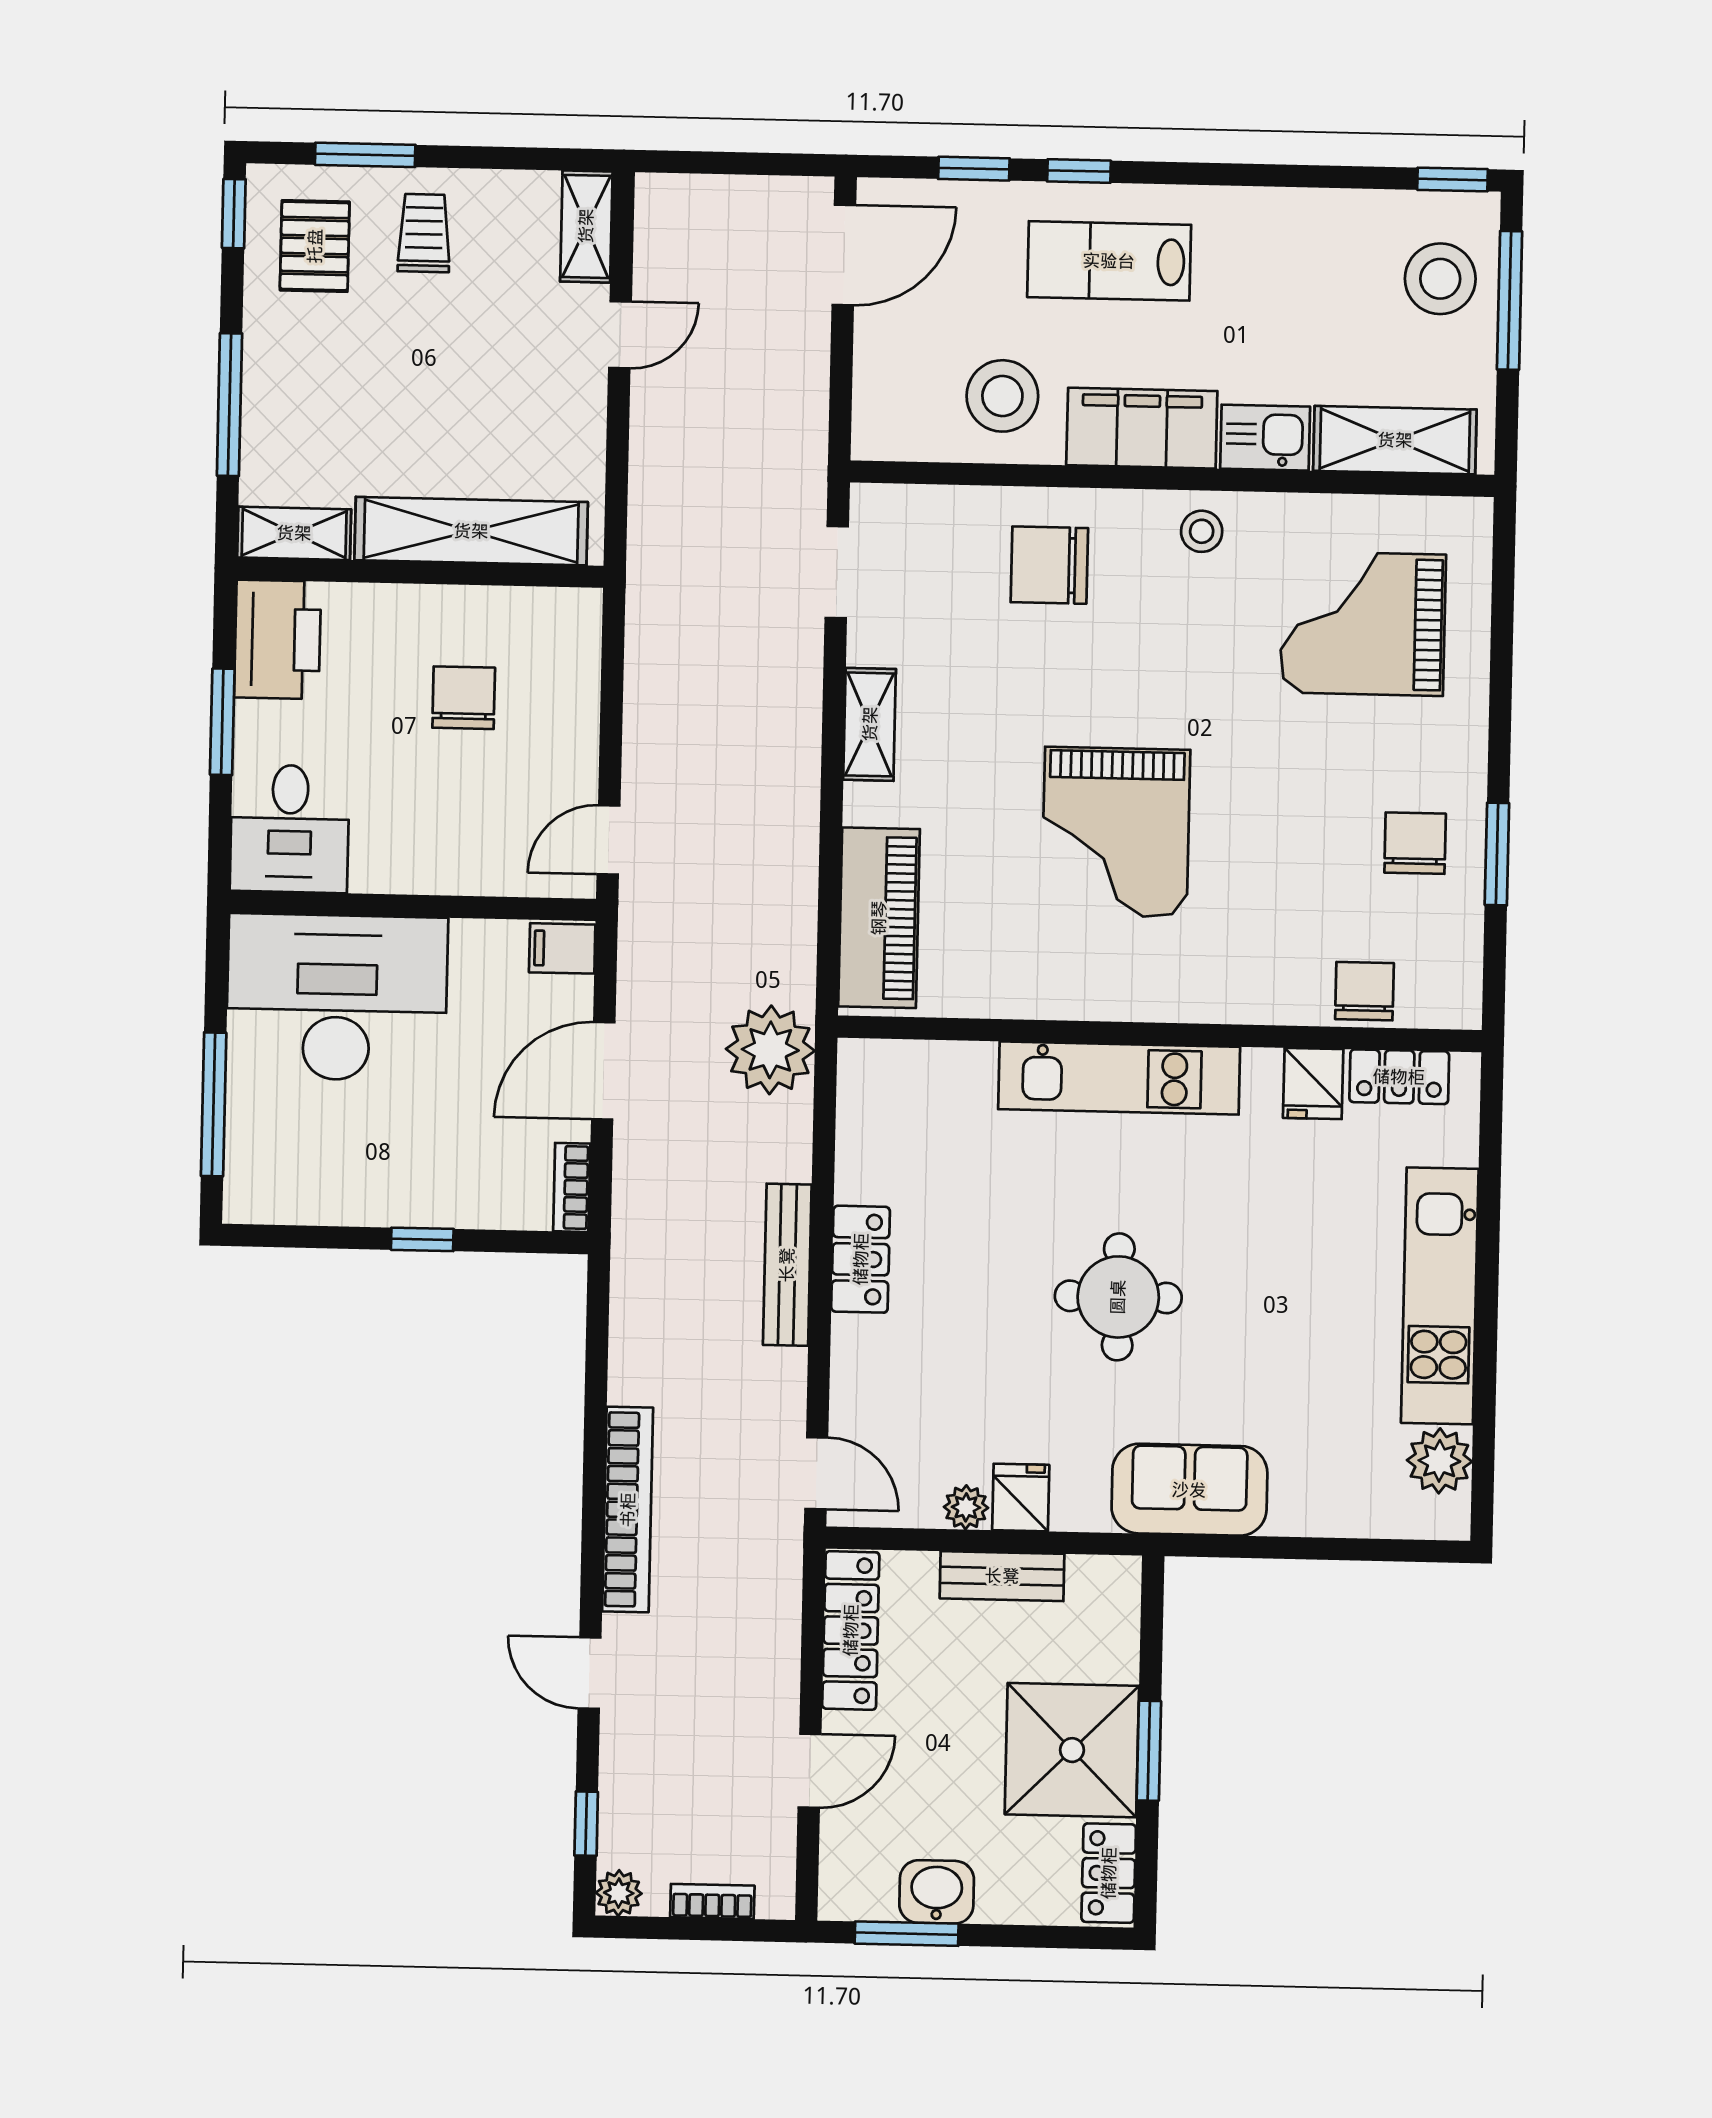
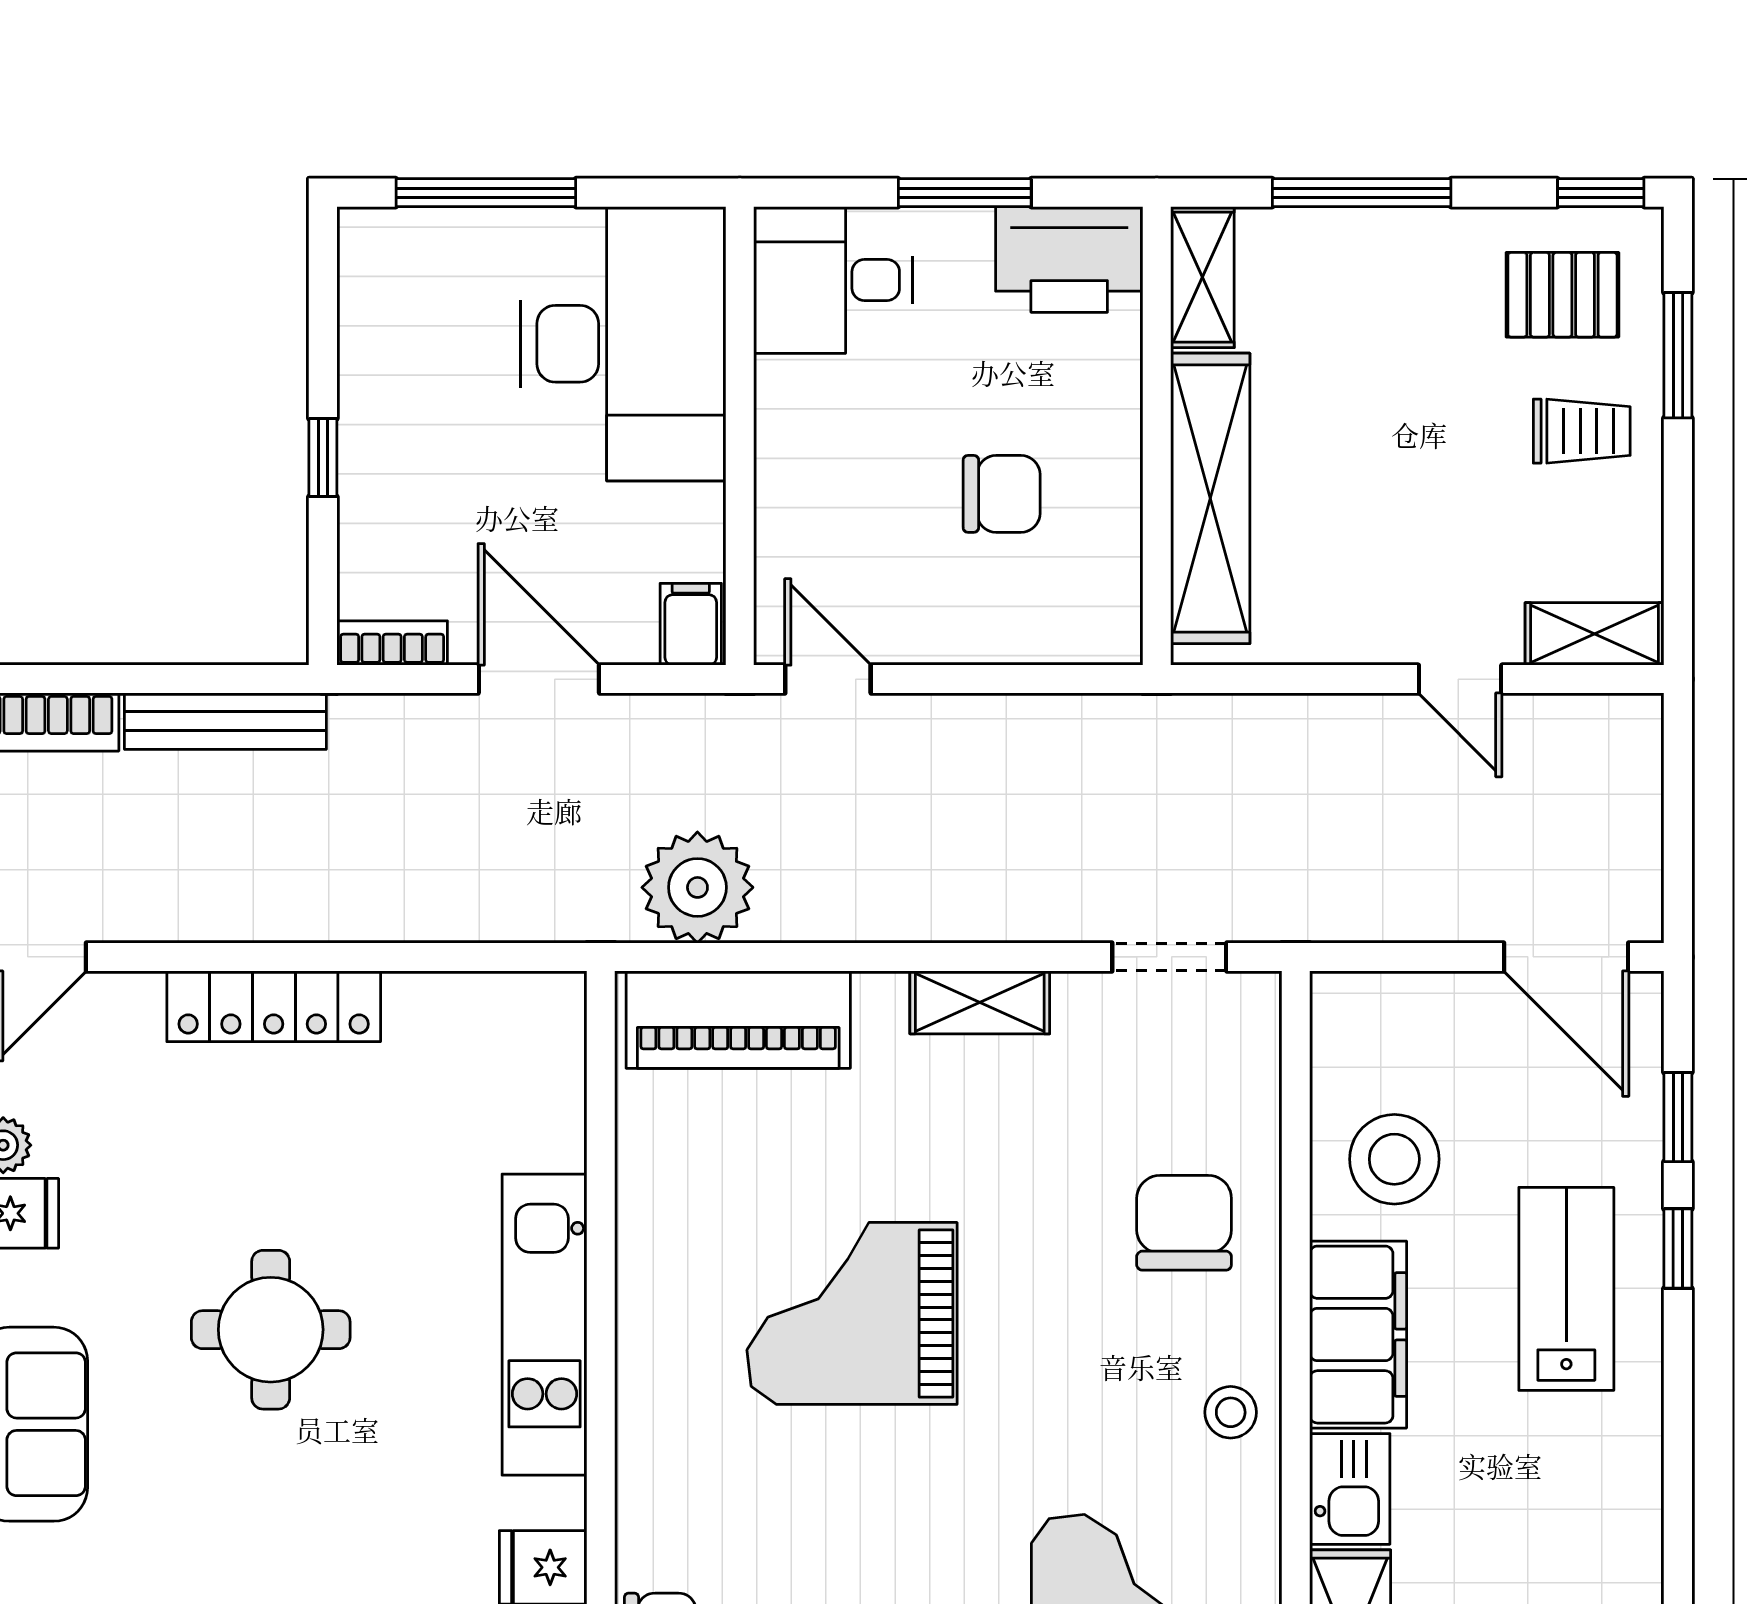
plant: (770, 1050) -> (697, 887), moved
locker: (861, 1259) -> (274, 1006), width x1.53
bench: (787, 1265) -> (225, 721), moved

